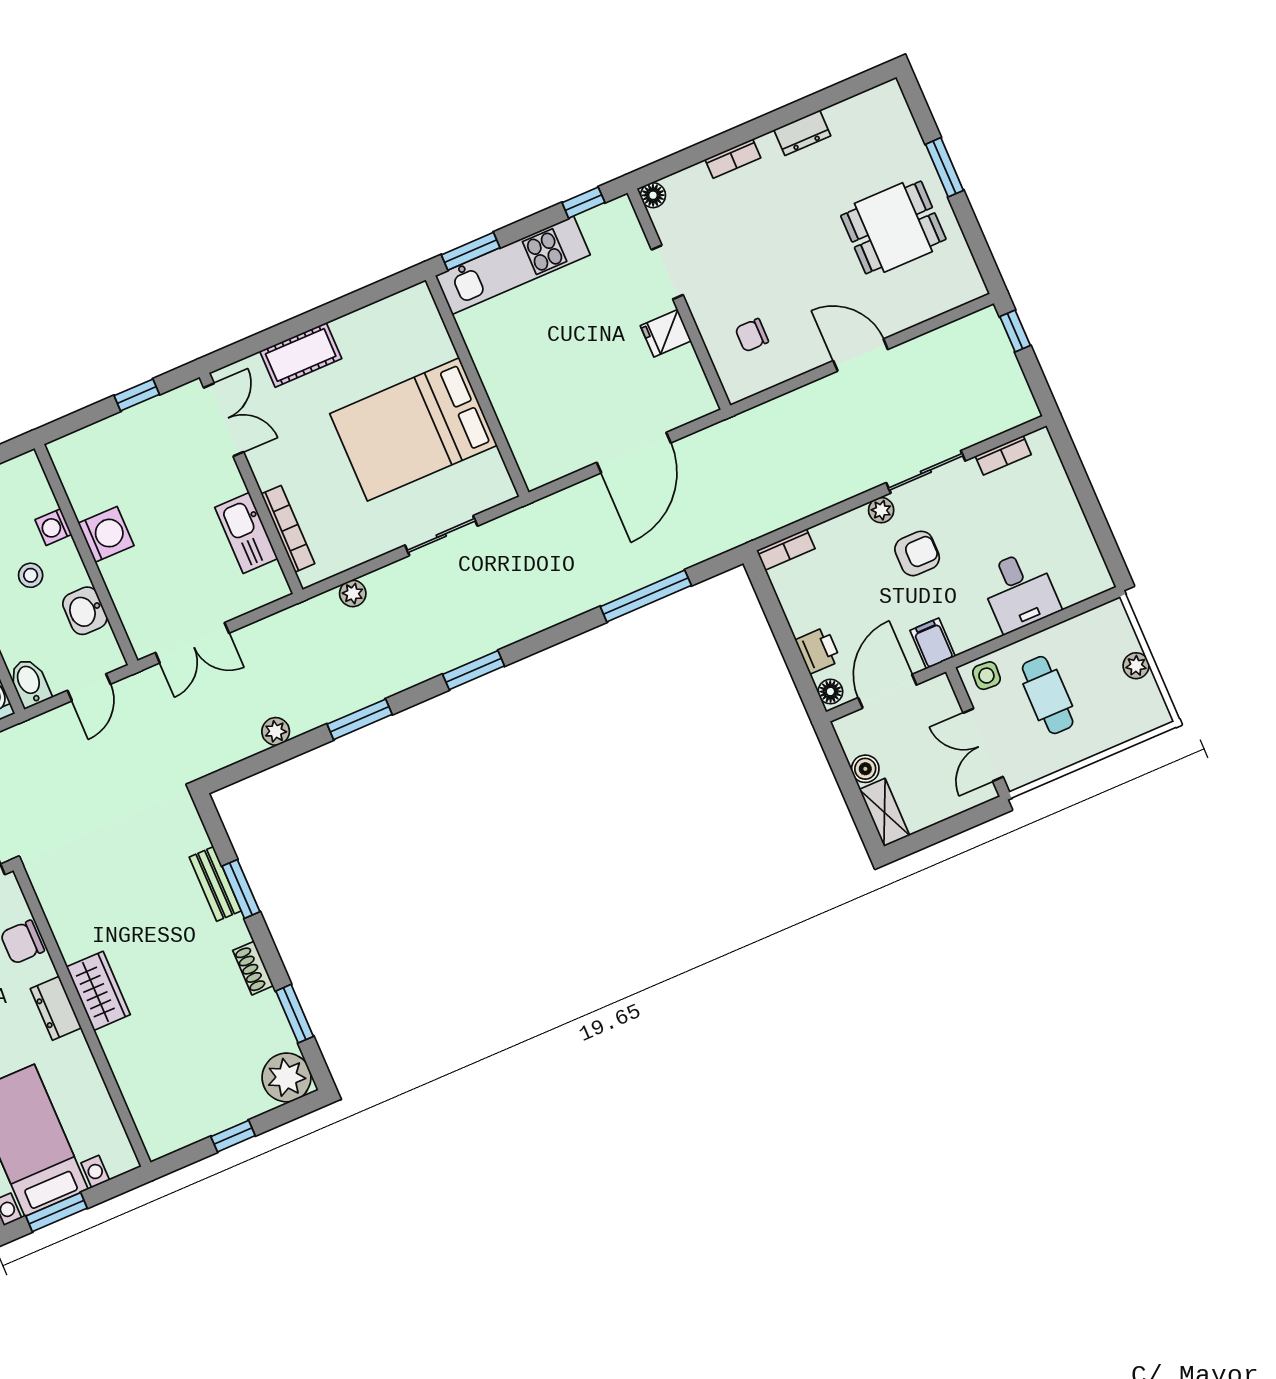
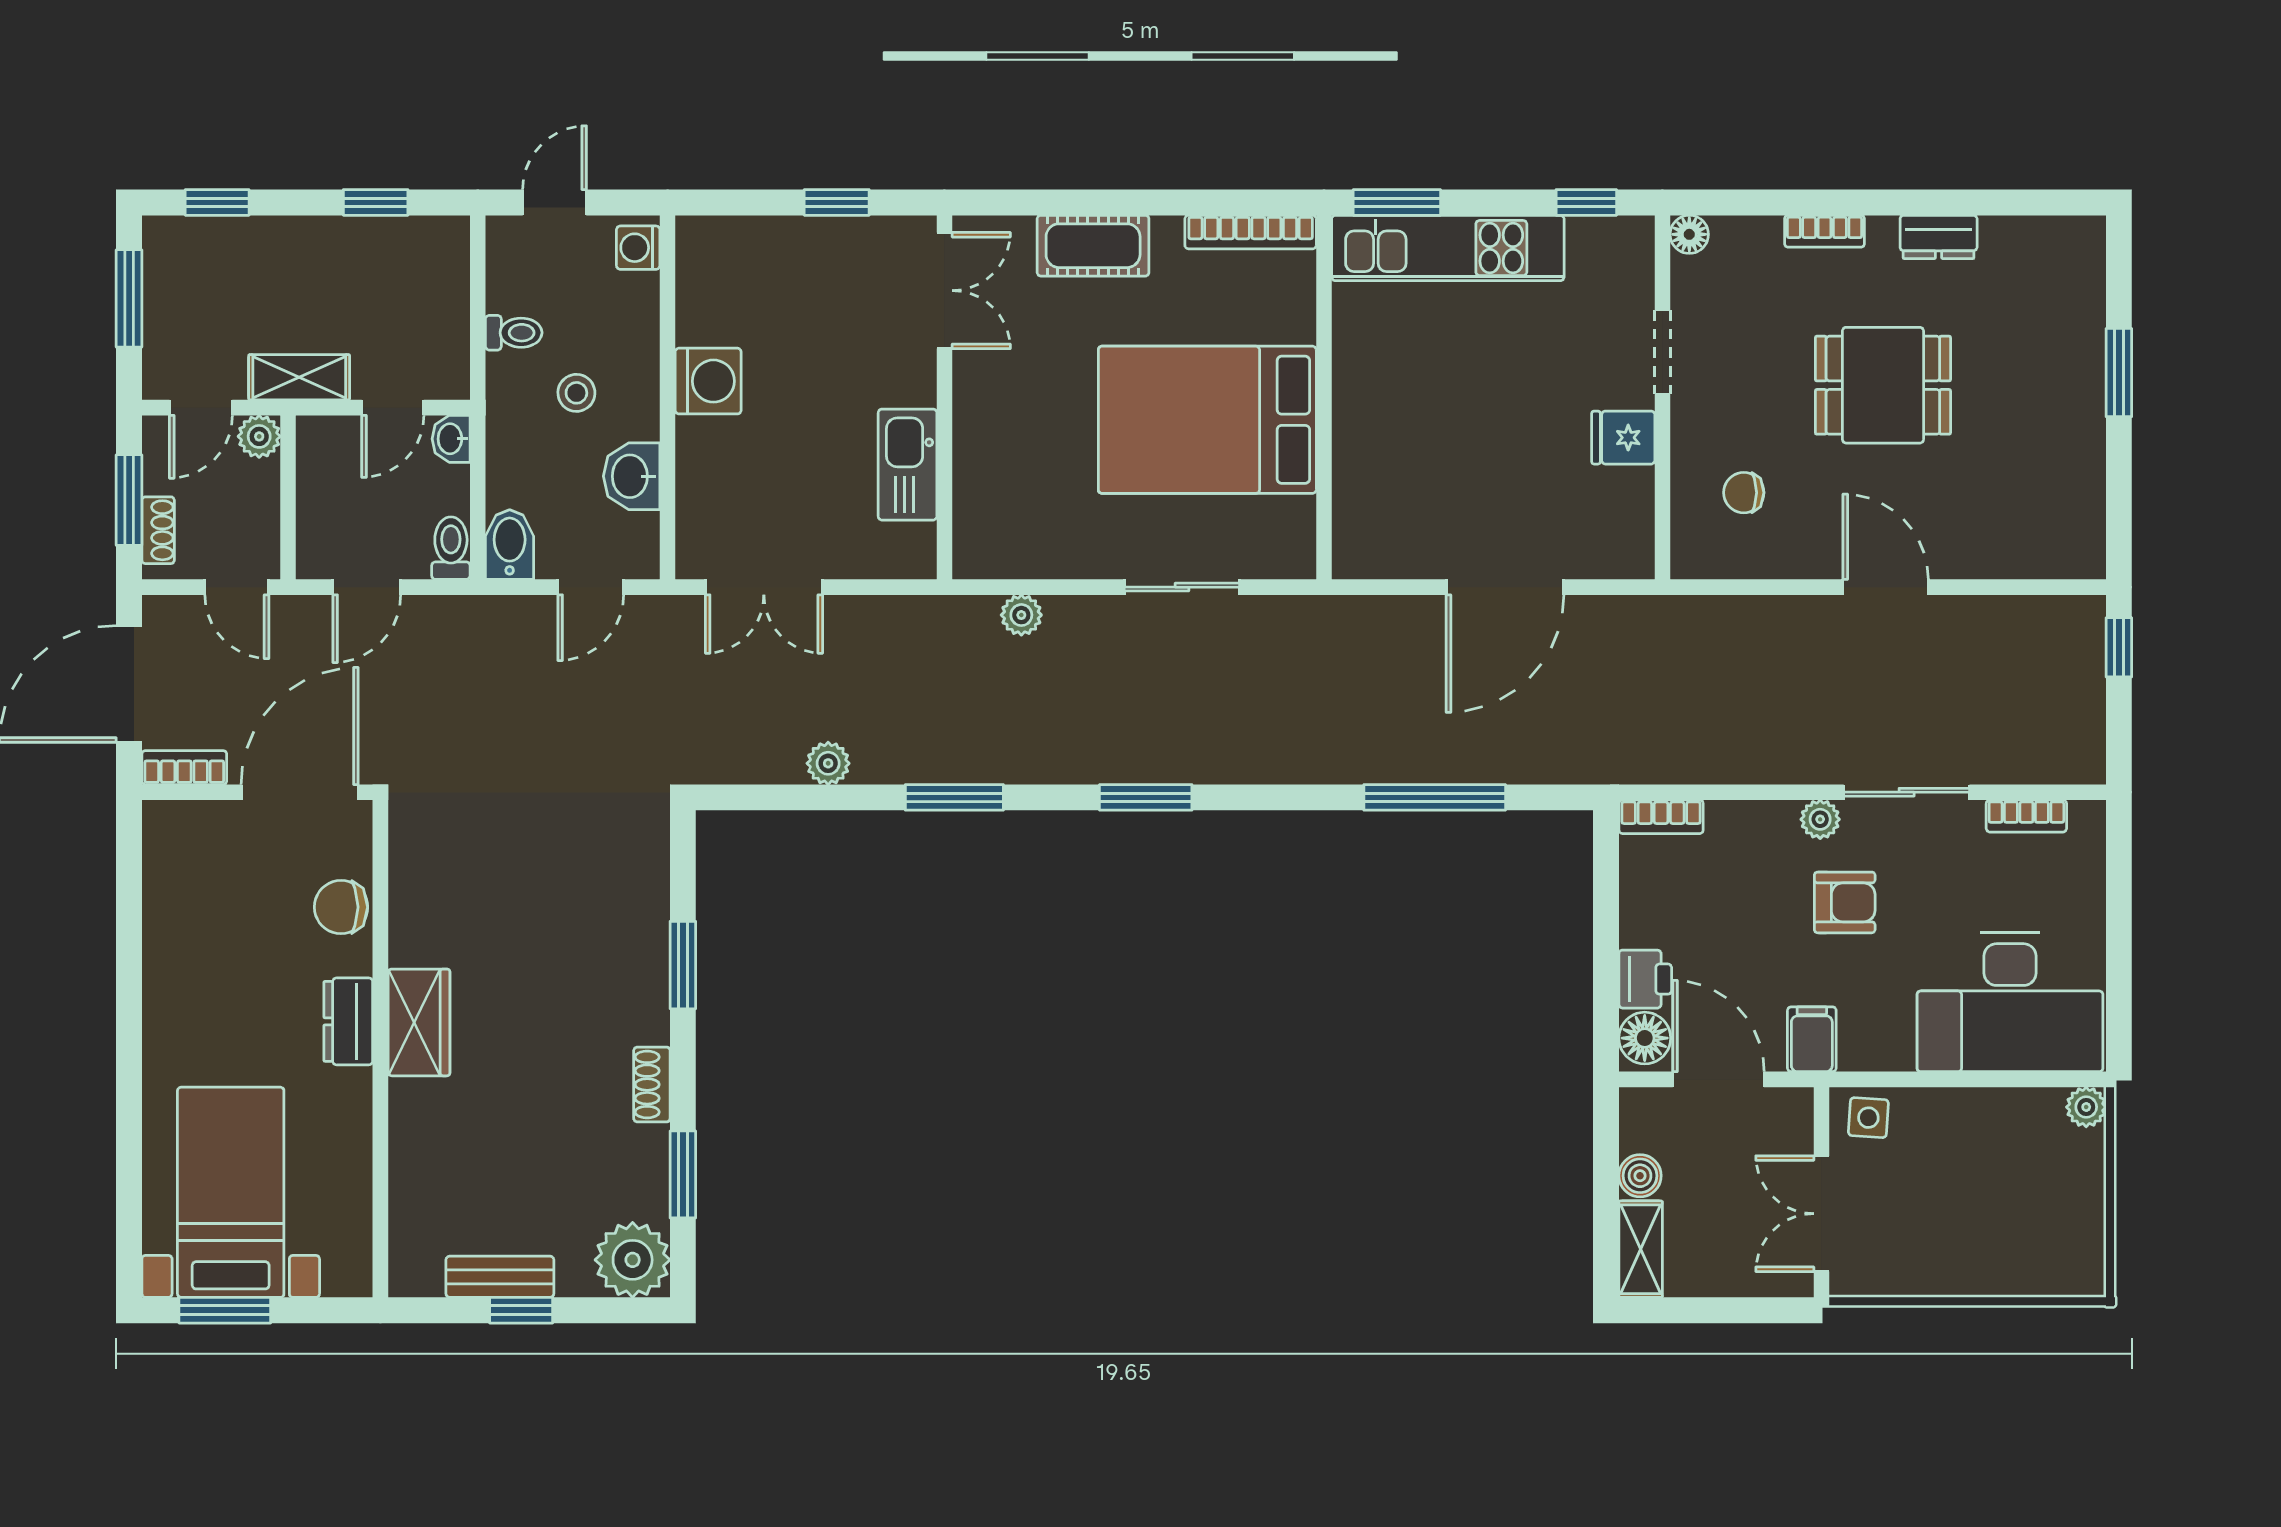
dining table: (893, 227) -> (1883, 385), moved
washing machine: (53, 527) -> (638, 248), moved
bookcase: (288, 529) -> (1251, 232), moved, turned 90
desk: (1020, 591) -> (2010, 1002), width x1.87, depth x1.30
plant: (1136, 666) -> (2086, 1107), moved
door: (887, 691) -> (1718, 1079), hinge flipped
floor lamp: (830, 692) -> (1645, 1038), width x1.37, depth x1.37
cafe table: (1048, 695) -> (1943, 1182), removed
bench: (215, 884) -> (500, 1277), moved, turned 90

